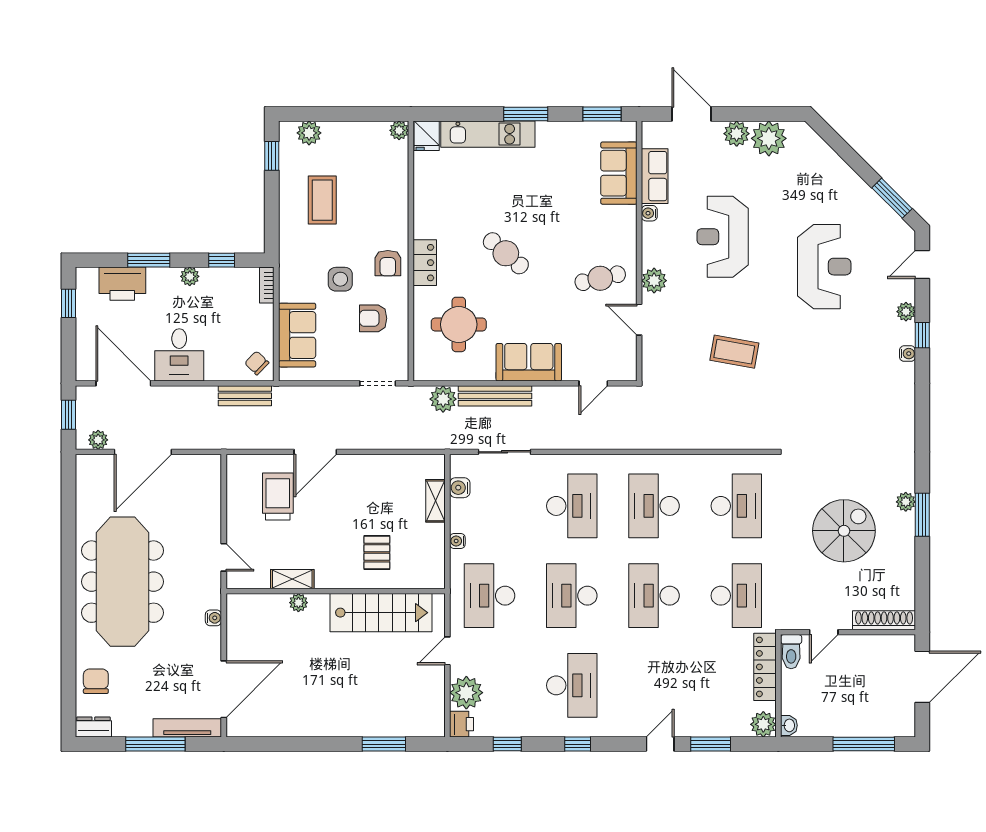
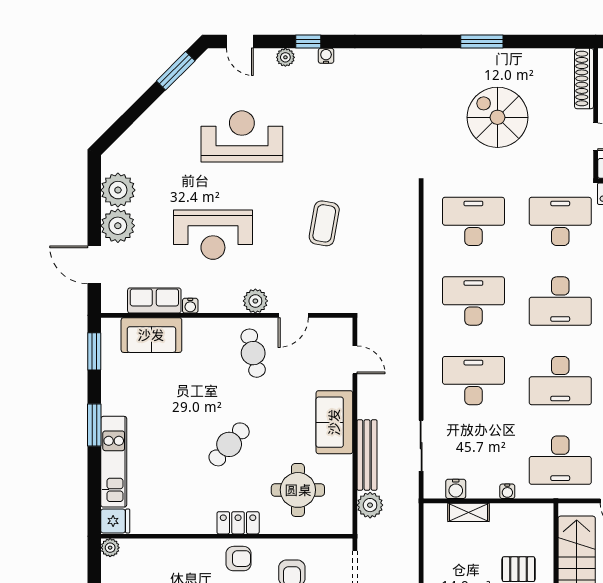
door: (691, 114) -> (94, 265), hinge flipped
plant: (737, 134) -> (118, 226), width x1.36, depth x1.36
plant: (906, 502) -> (469, 58), removed
desk: (654, 506) -> (473, 301), turned 180

